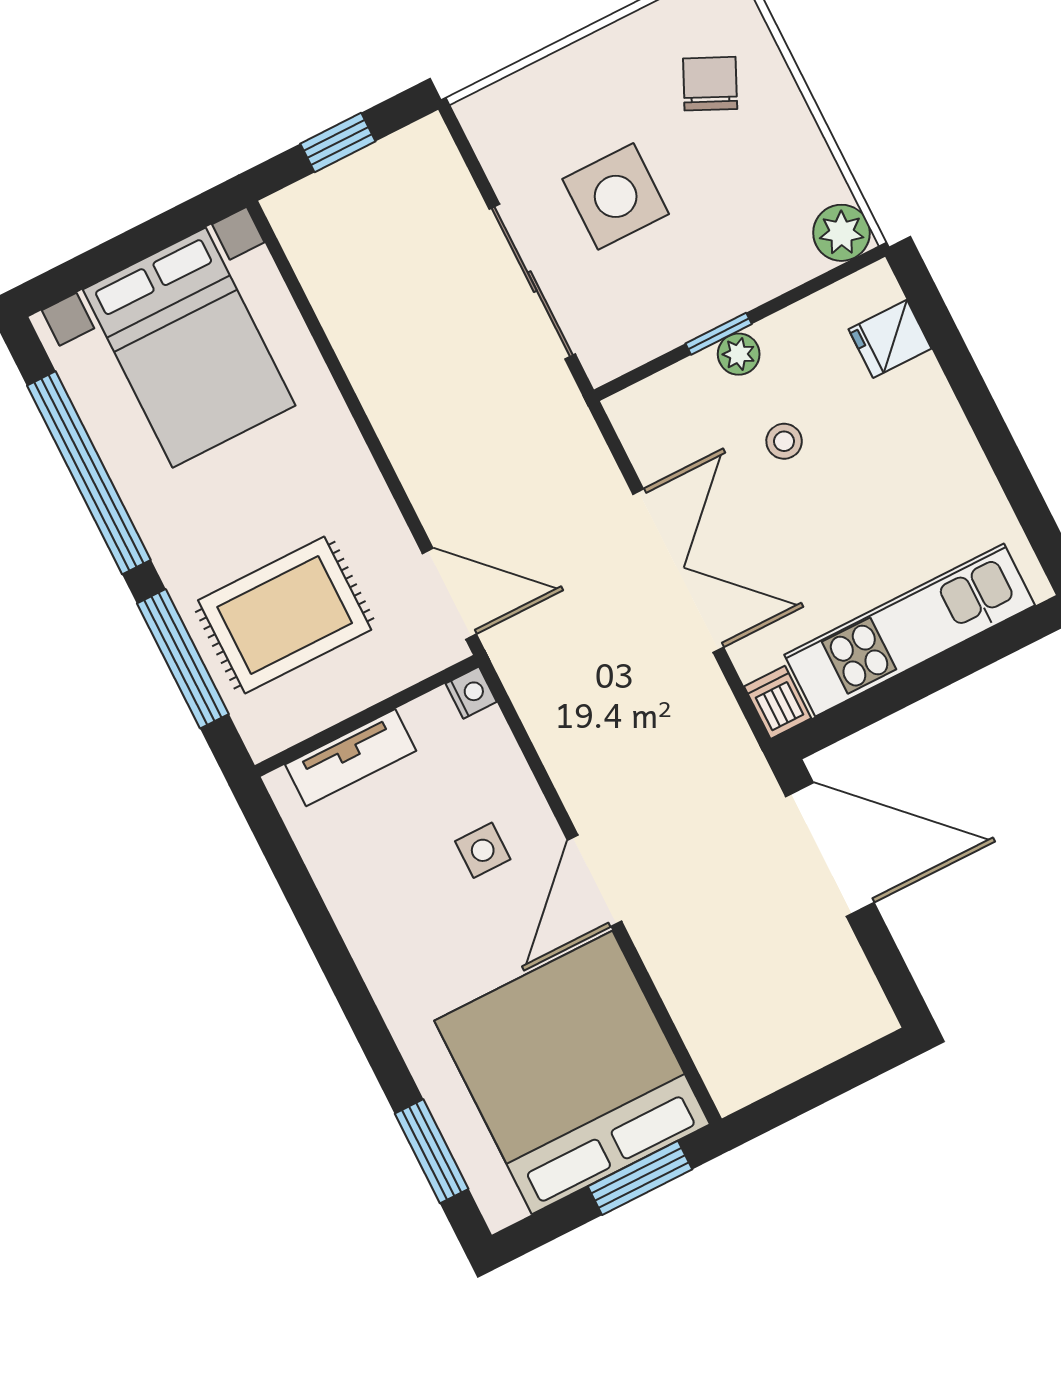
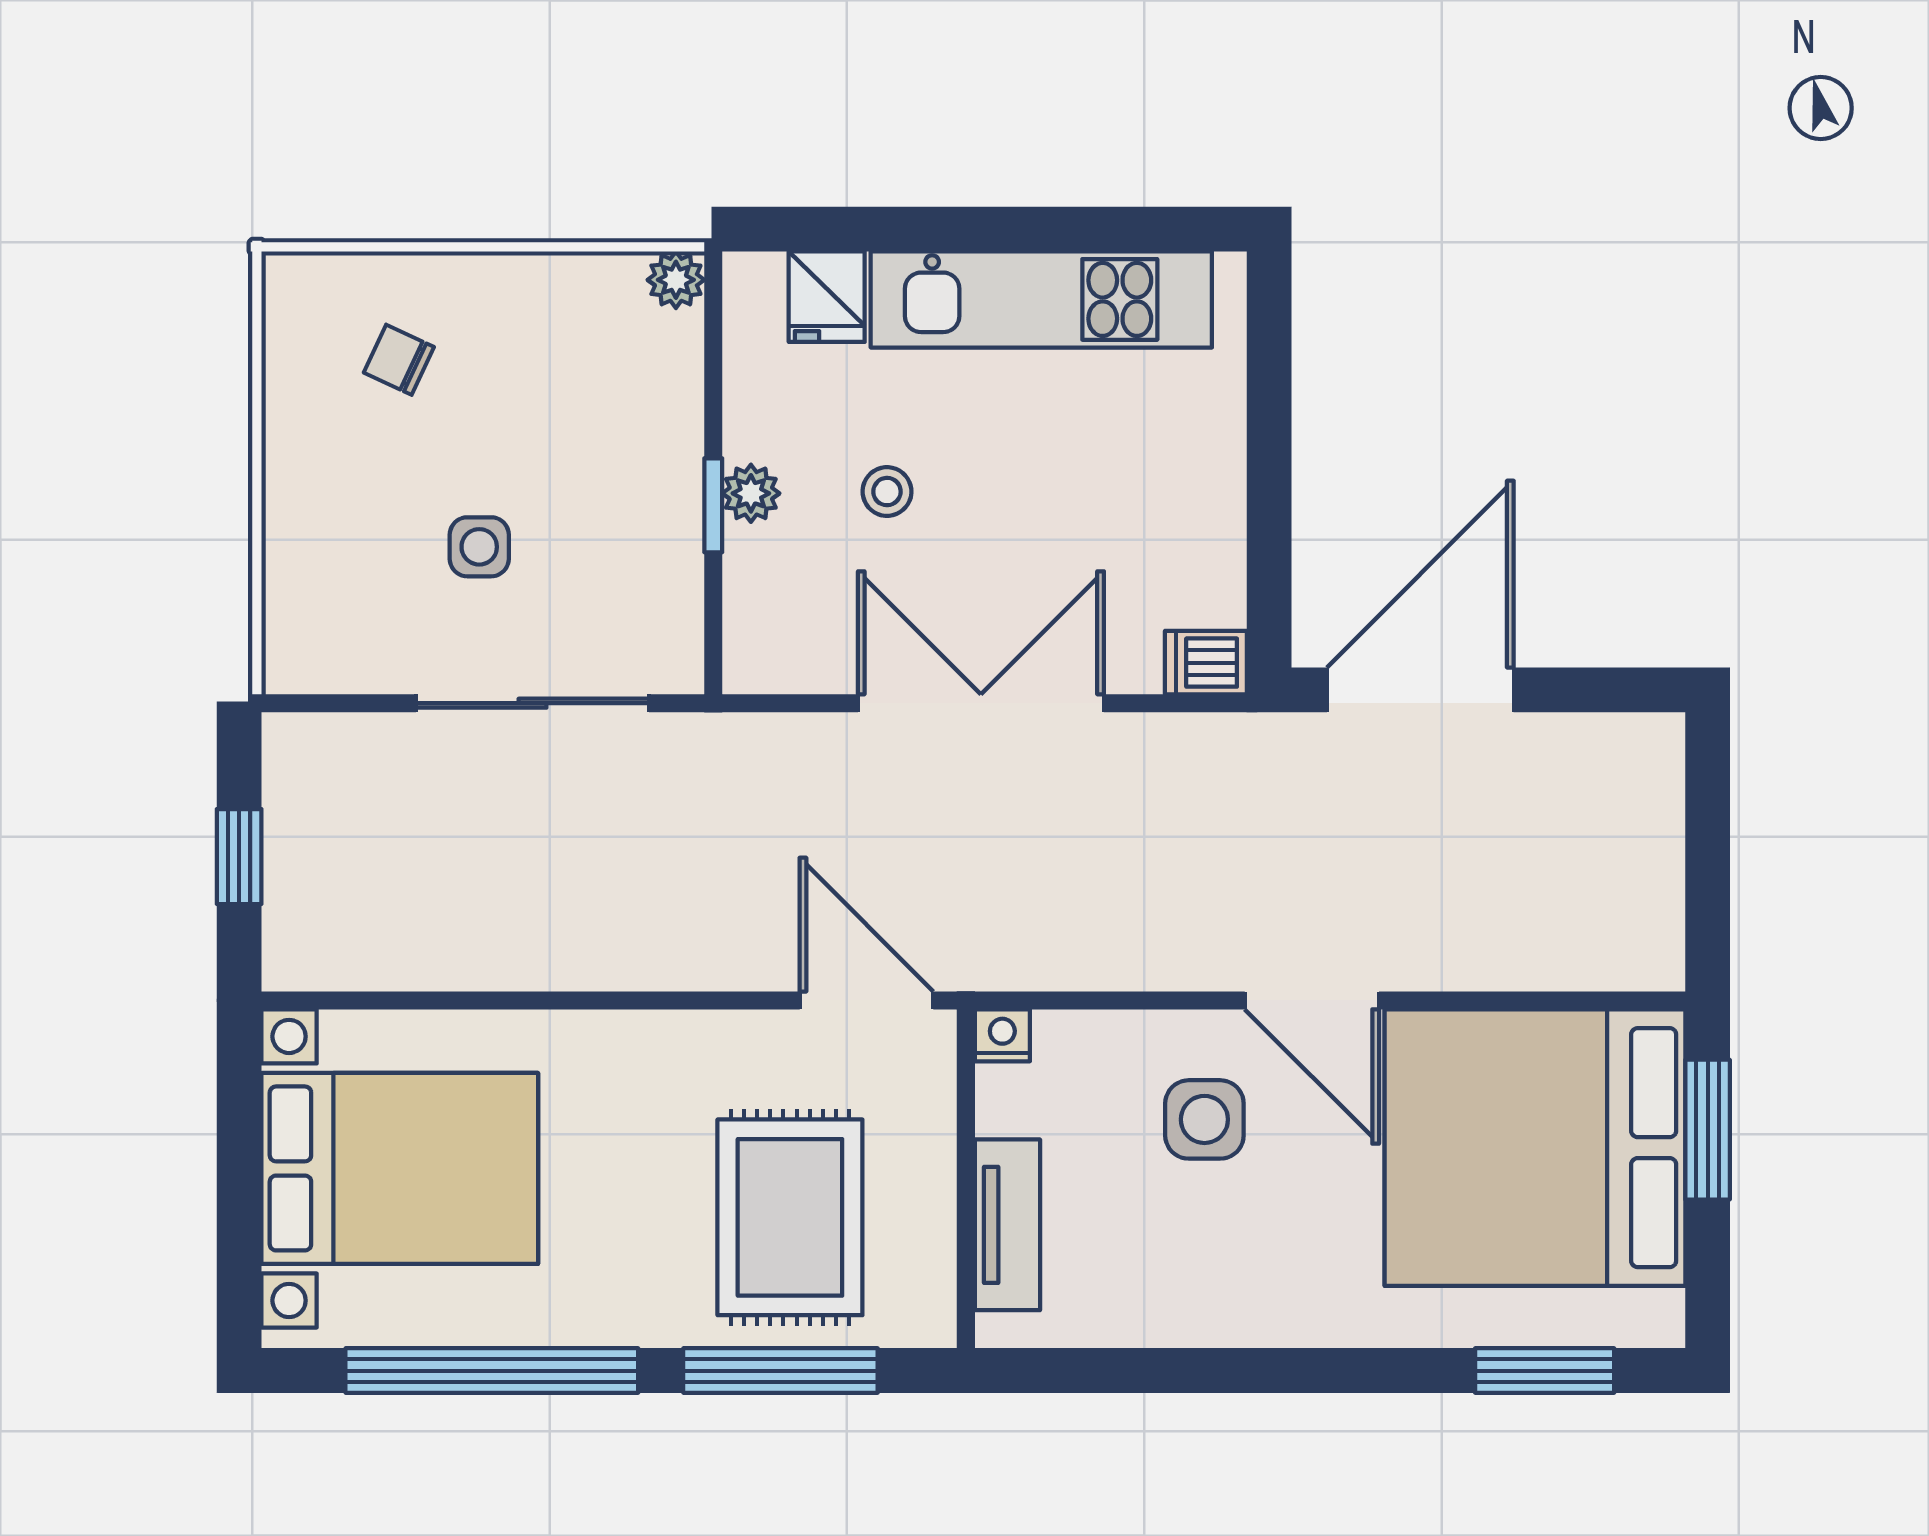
chair: (710, 84) -> (399, 360), width x0.73, depth x0.73
side table: (616, 196) -> (479, 547), width x0.54, depth x0.54
plant: (841, 233) -> (676, 280), width x0.73, depth x0.73
door: (449, 594) -> (867, 1000), hinge flipped
kitchen unit: (910, 630) -> (1041, 299), moved, turned -90
side table: (483, 850) -> (1204, 1119), width x1.37, depth x1.37

